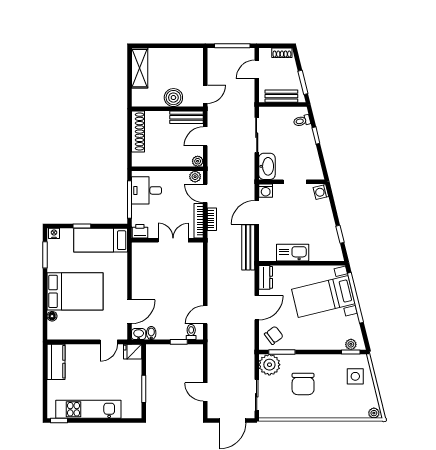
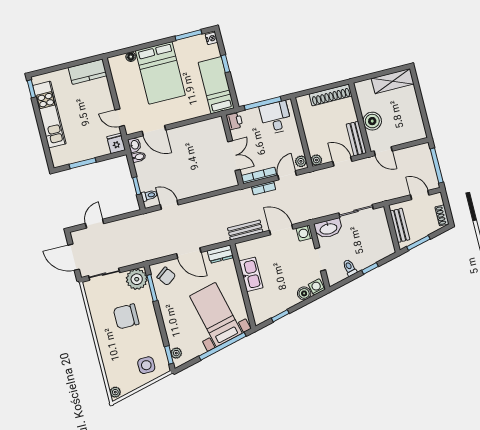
toilet: (302, 121) -> (350, 268), moved
boiler: (324, 206) -> (304, 293), added
bench: (248, 247) -> (245, 230), width x0.73

